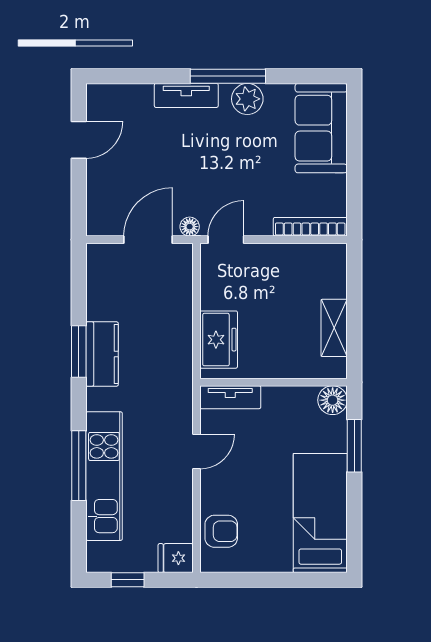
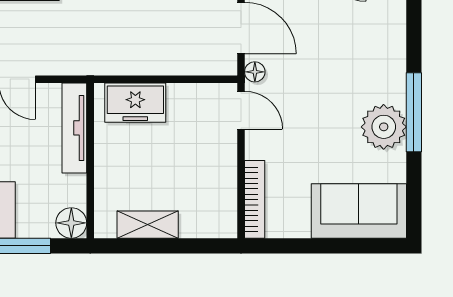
tv unit: (186, 95) -> (393, 68), removed
plant: (247, 99) -> (384, 127), width x1.36, depth x1.36
tv unit: (230, 397) -> (74, 128), width x1.41

